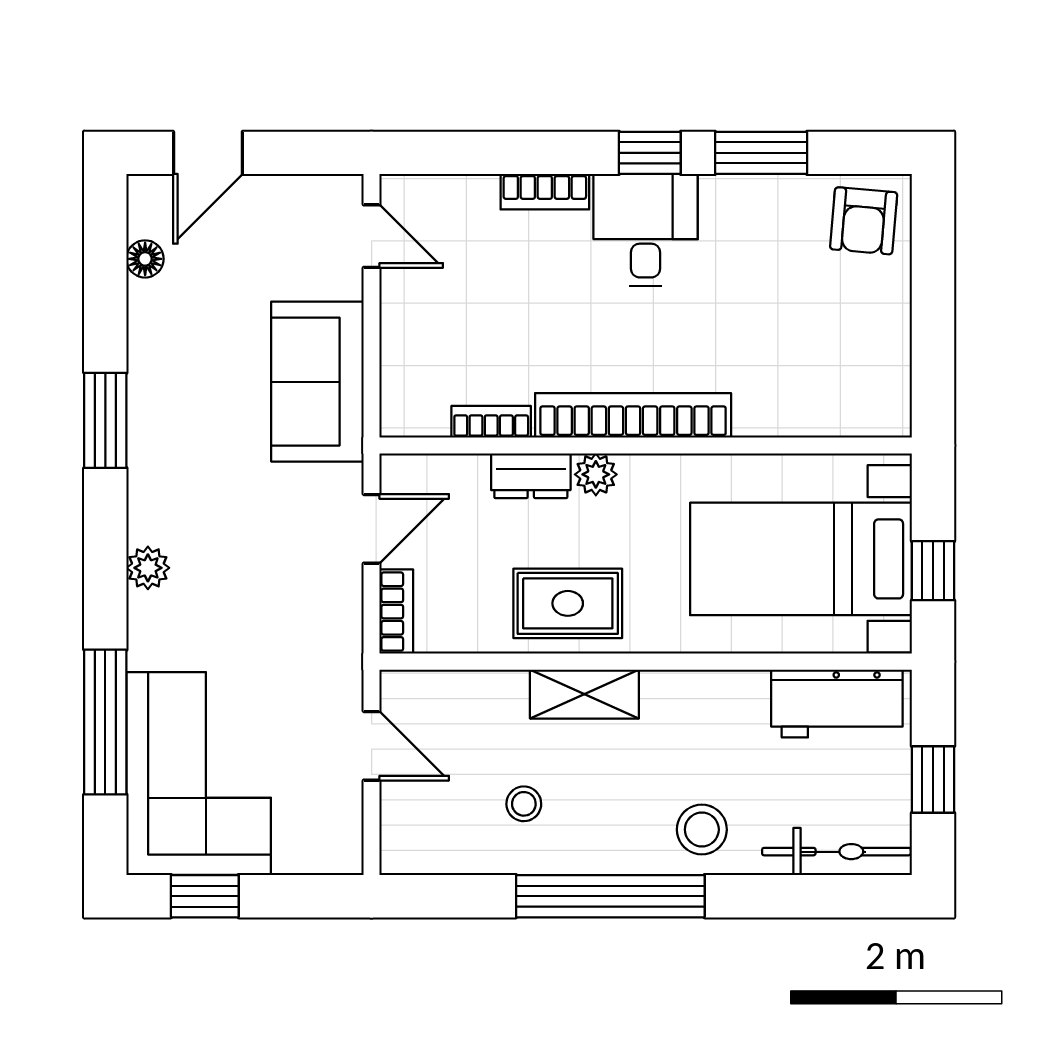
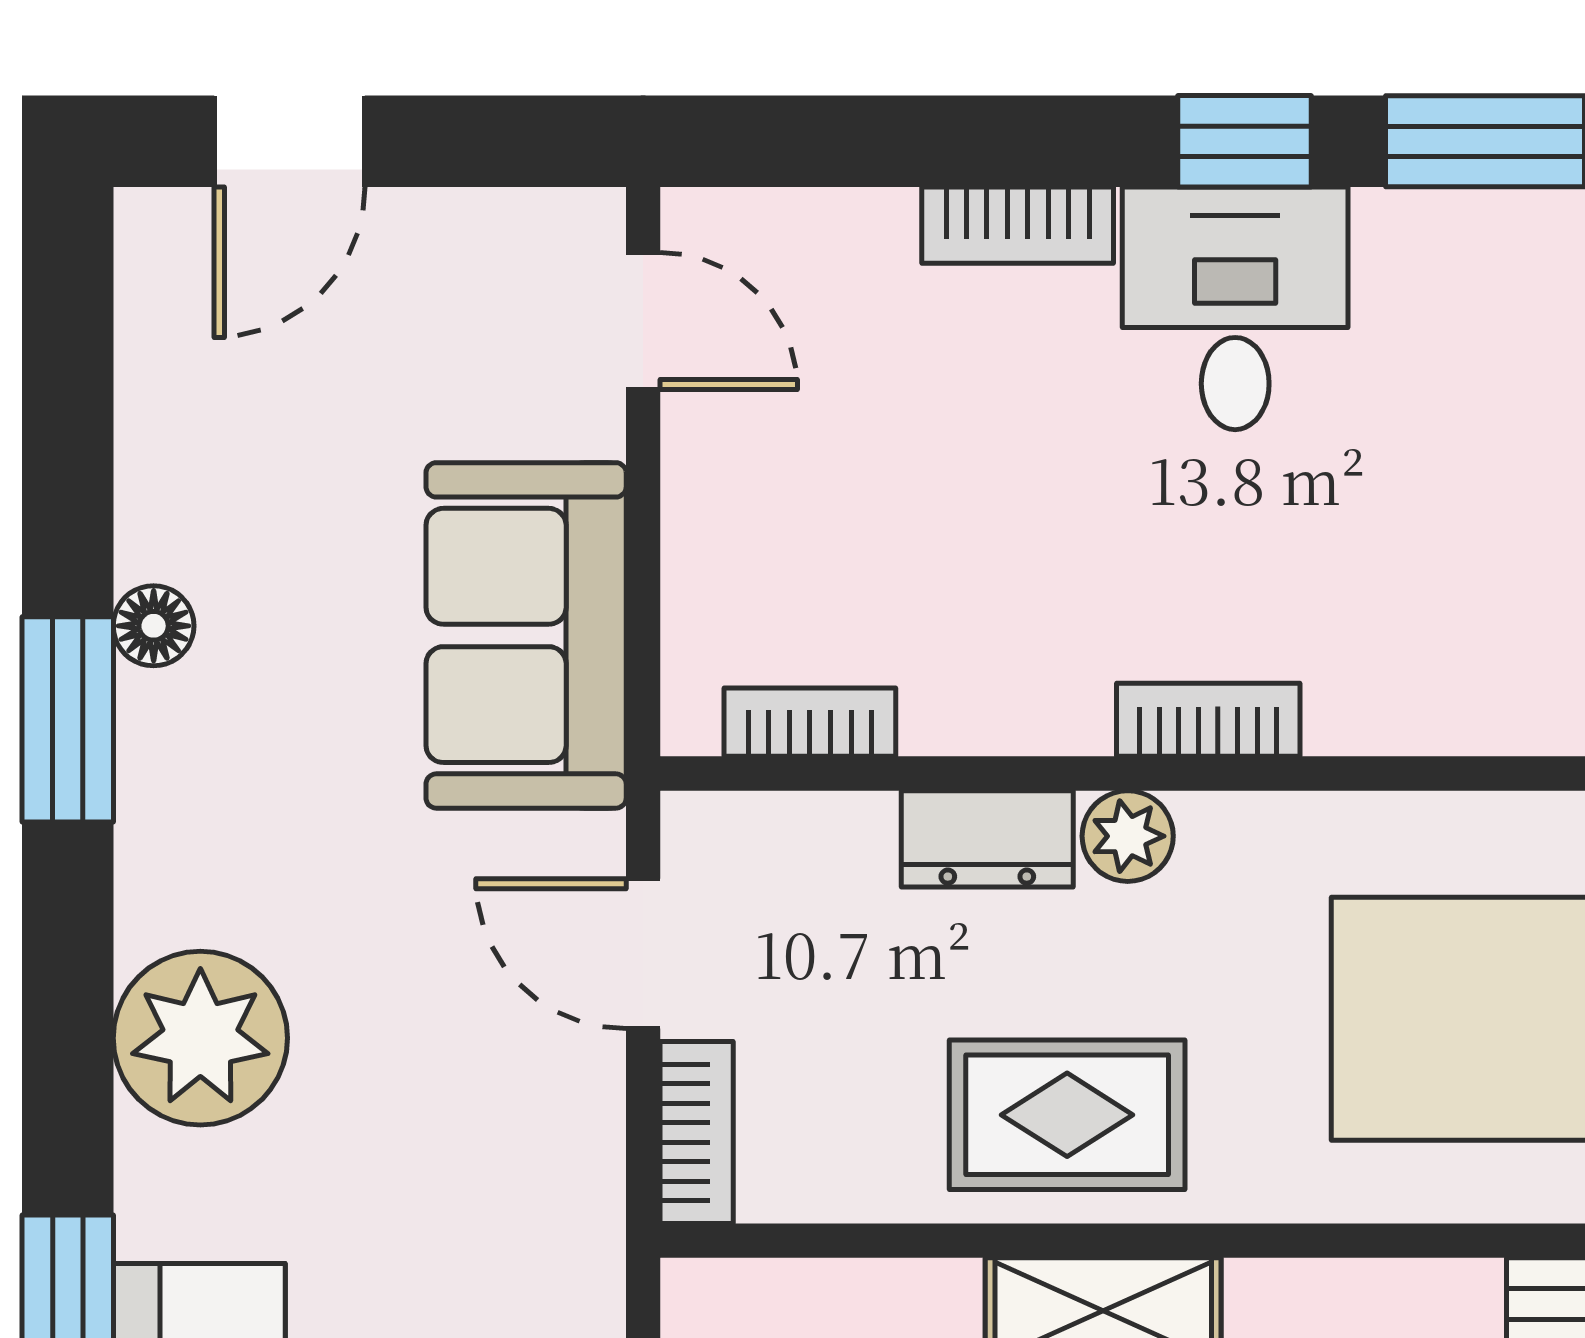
floor lamp: (145, 259) -> (154, 626), moved
bookcase: (633, 415) -> (1208, 720), width x0.43, depth x0.76
bookcase: (491, 422) -> (810, 722), moved
door: (372, 529) -> (643, 954), swing flipped
plant: (148, 568) -> (200, 1038), width x1.88, depth x1.88

